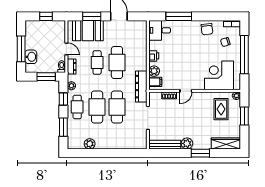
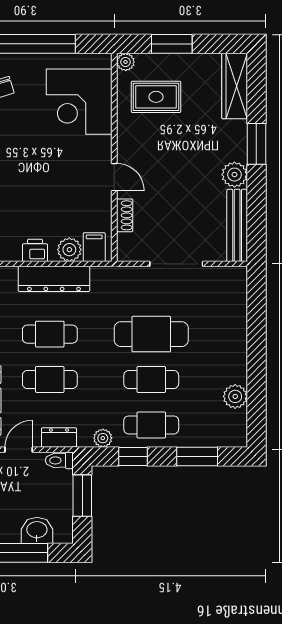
cafe table: (117, 62) -> (50, 334), width x0.73, depth x0.74
dresser: (141, 87) -> (54, 279), moved
cafe table: (97, 107) -> (151, 380), width x0.73, depth x0.74

